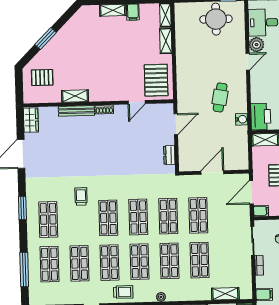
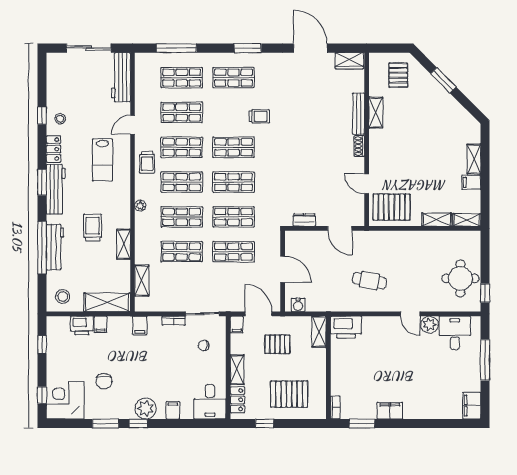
water cooler: (242, 119) -> (298, 305), moved

